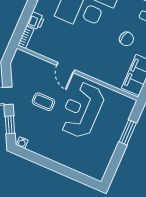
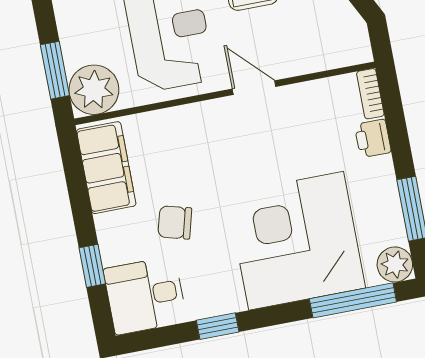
plant: (123, 106) -> (94, 90), added
window: (128, 132) -> (55, 70), moved

